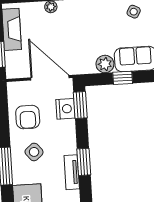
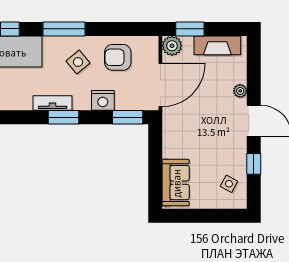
plant: (105, 64) -> (172, 46), moved
window: (123, 78) -> (155, 167), removed
nightstand: (65, 109) -> (103, 100), moved

